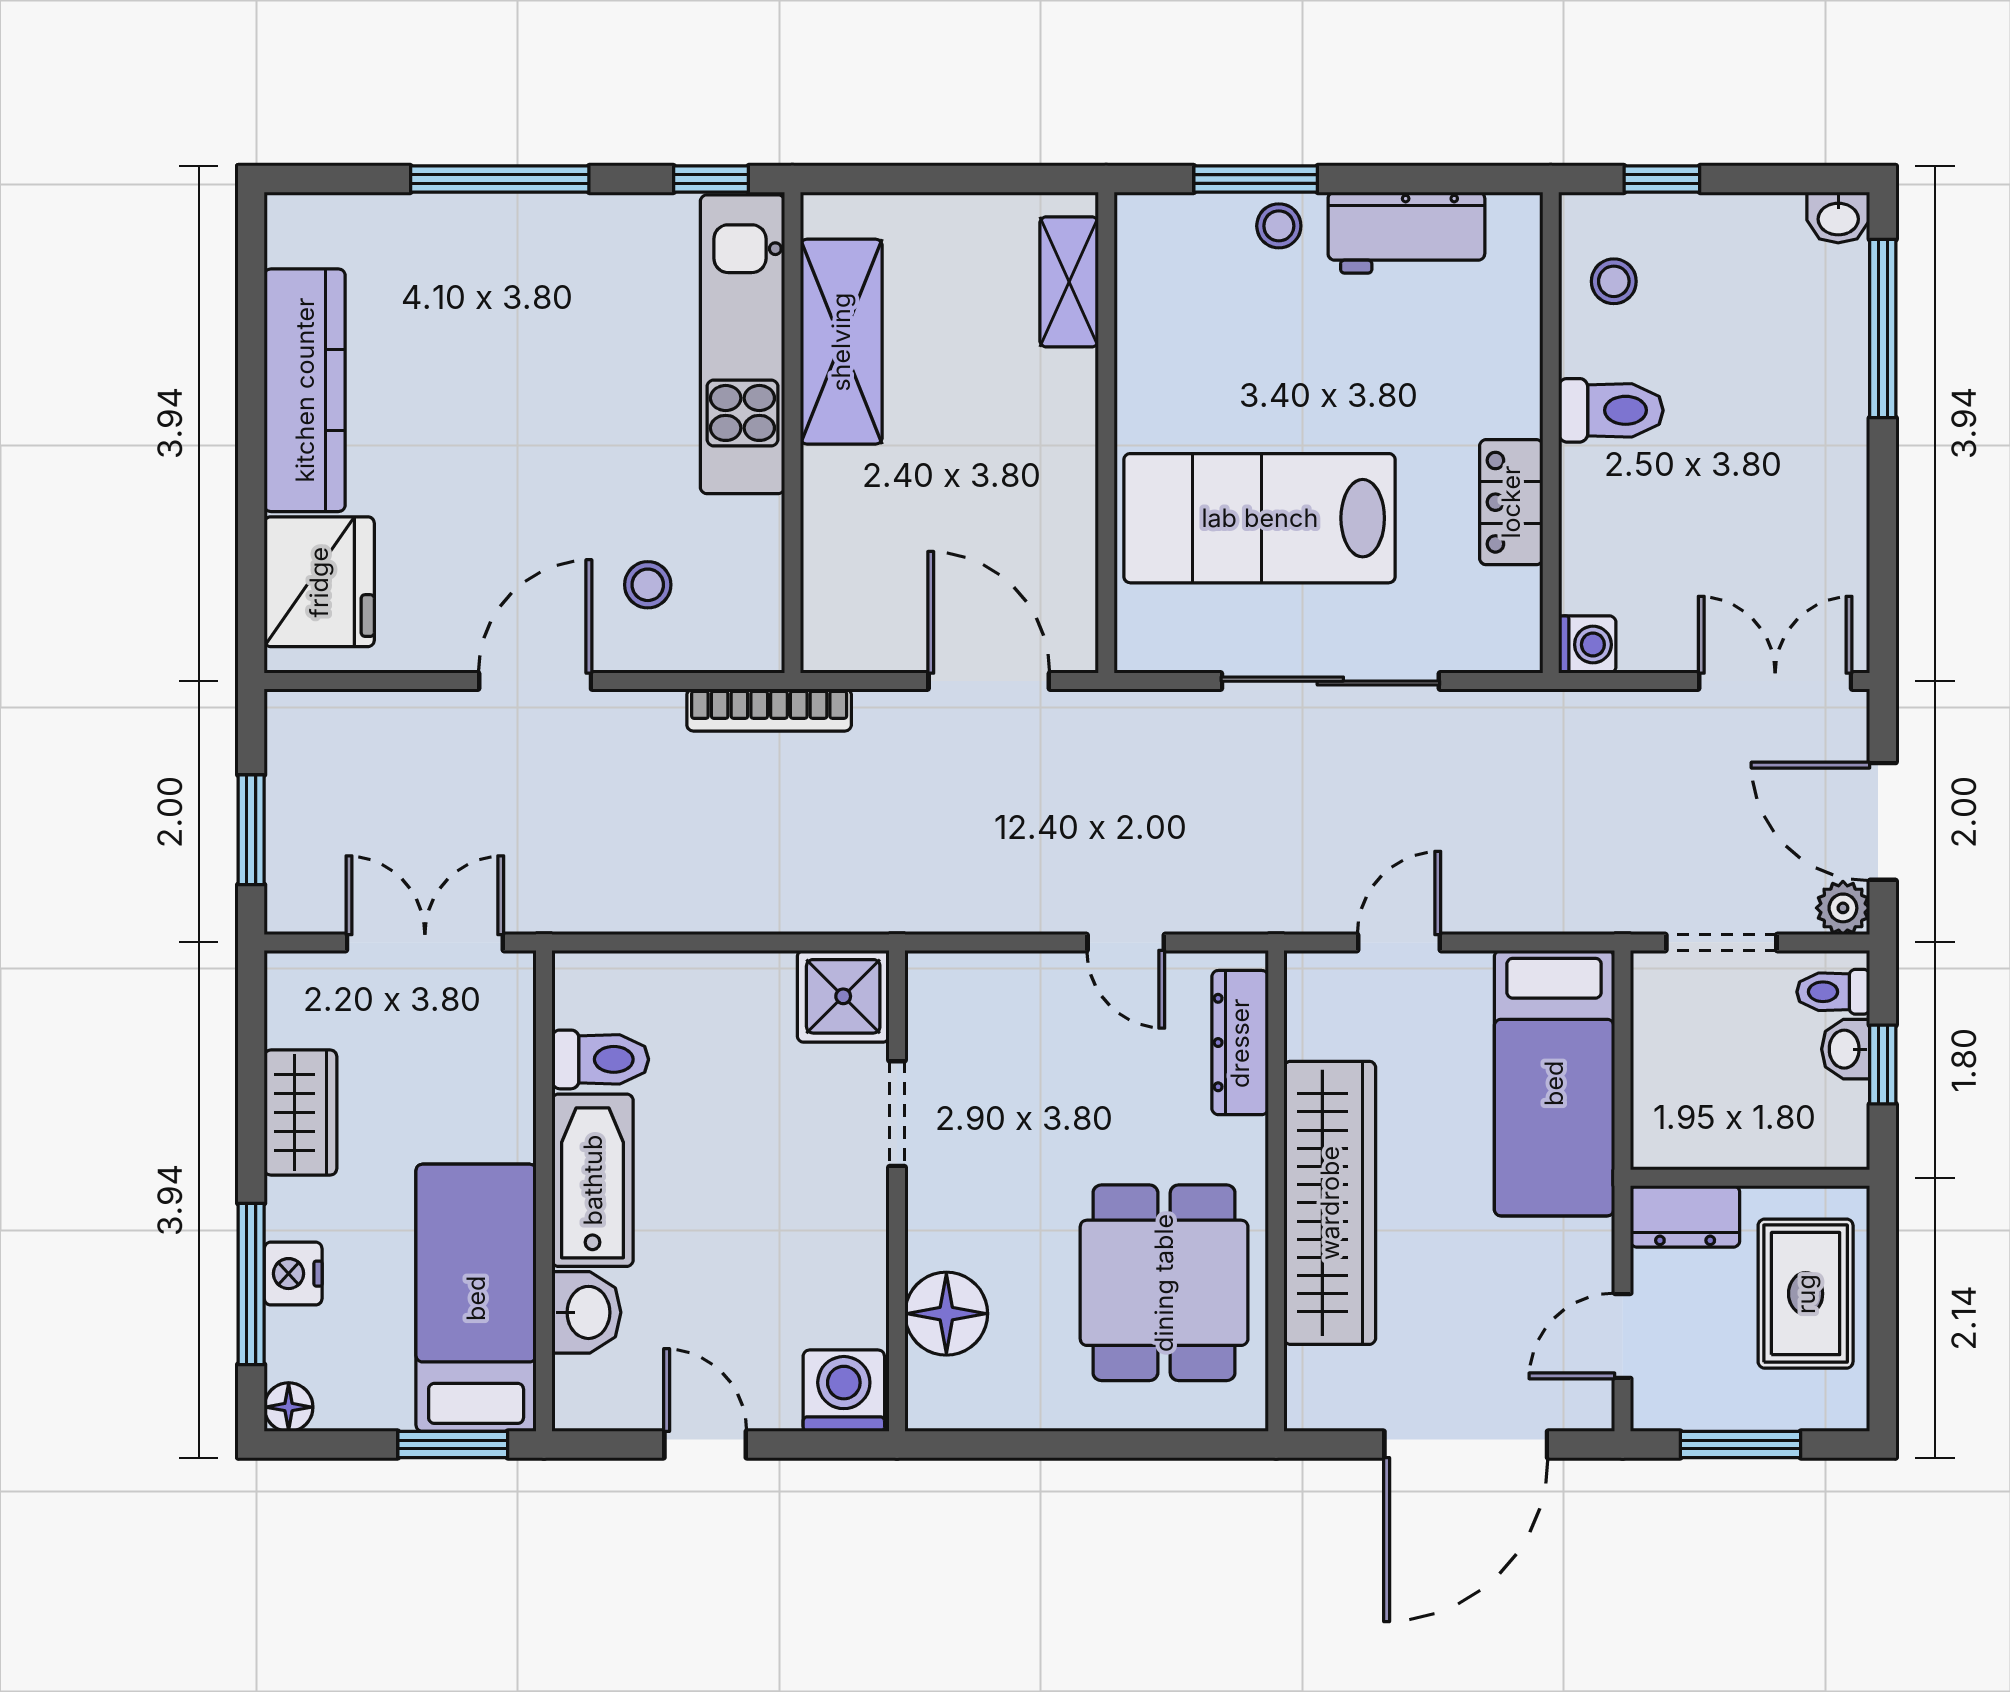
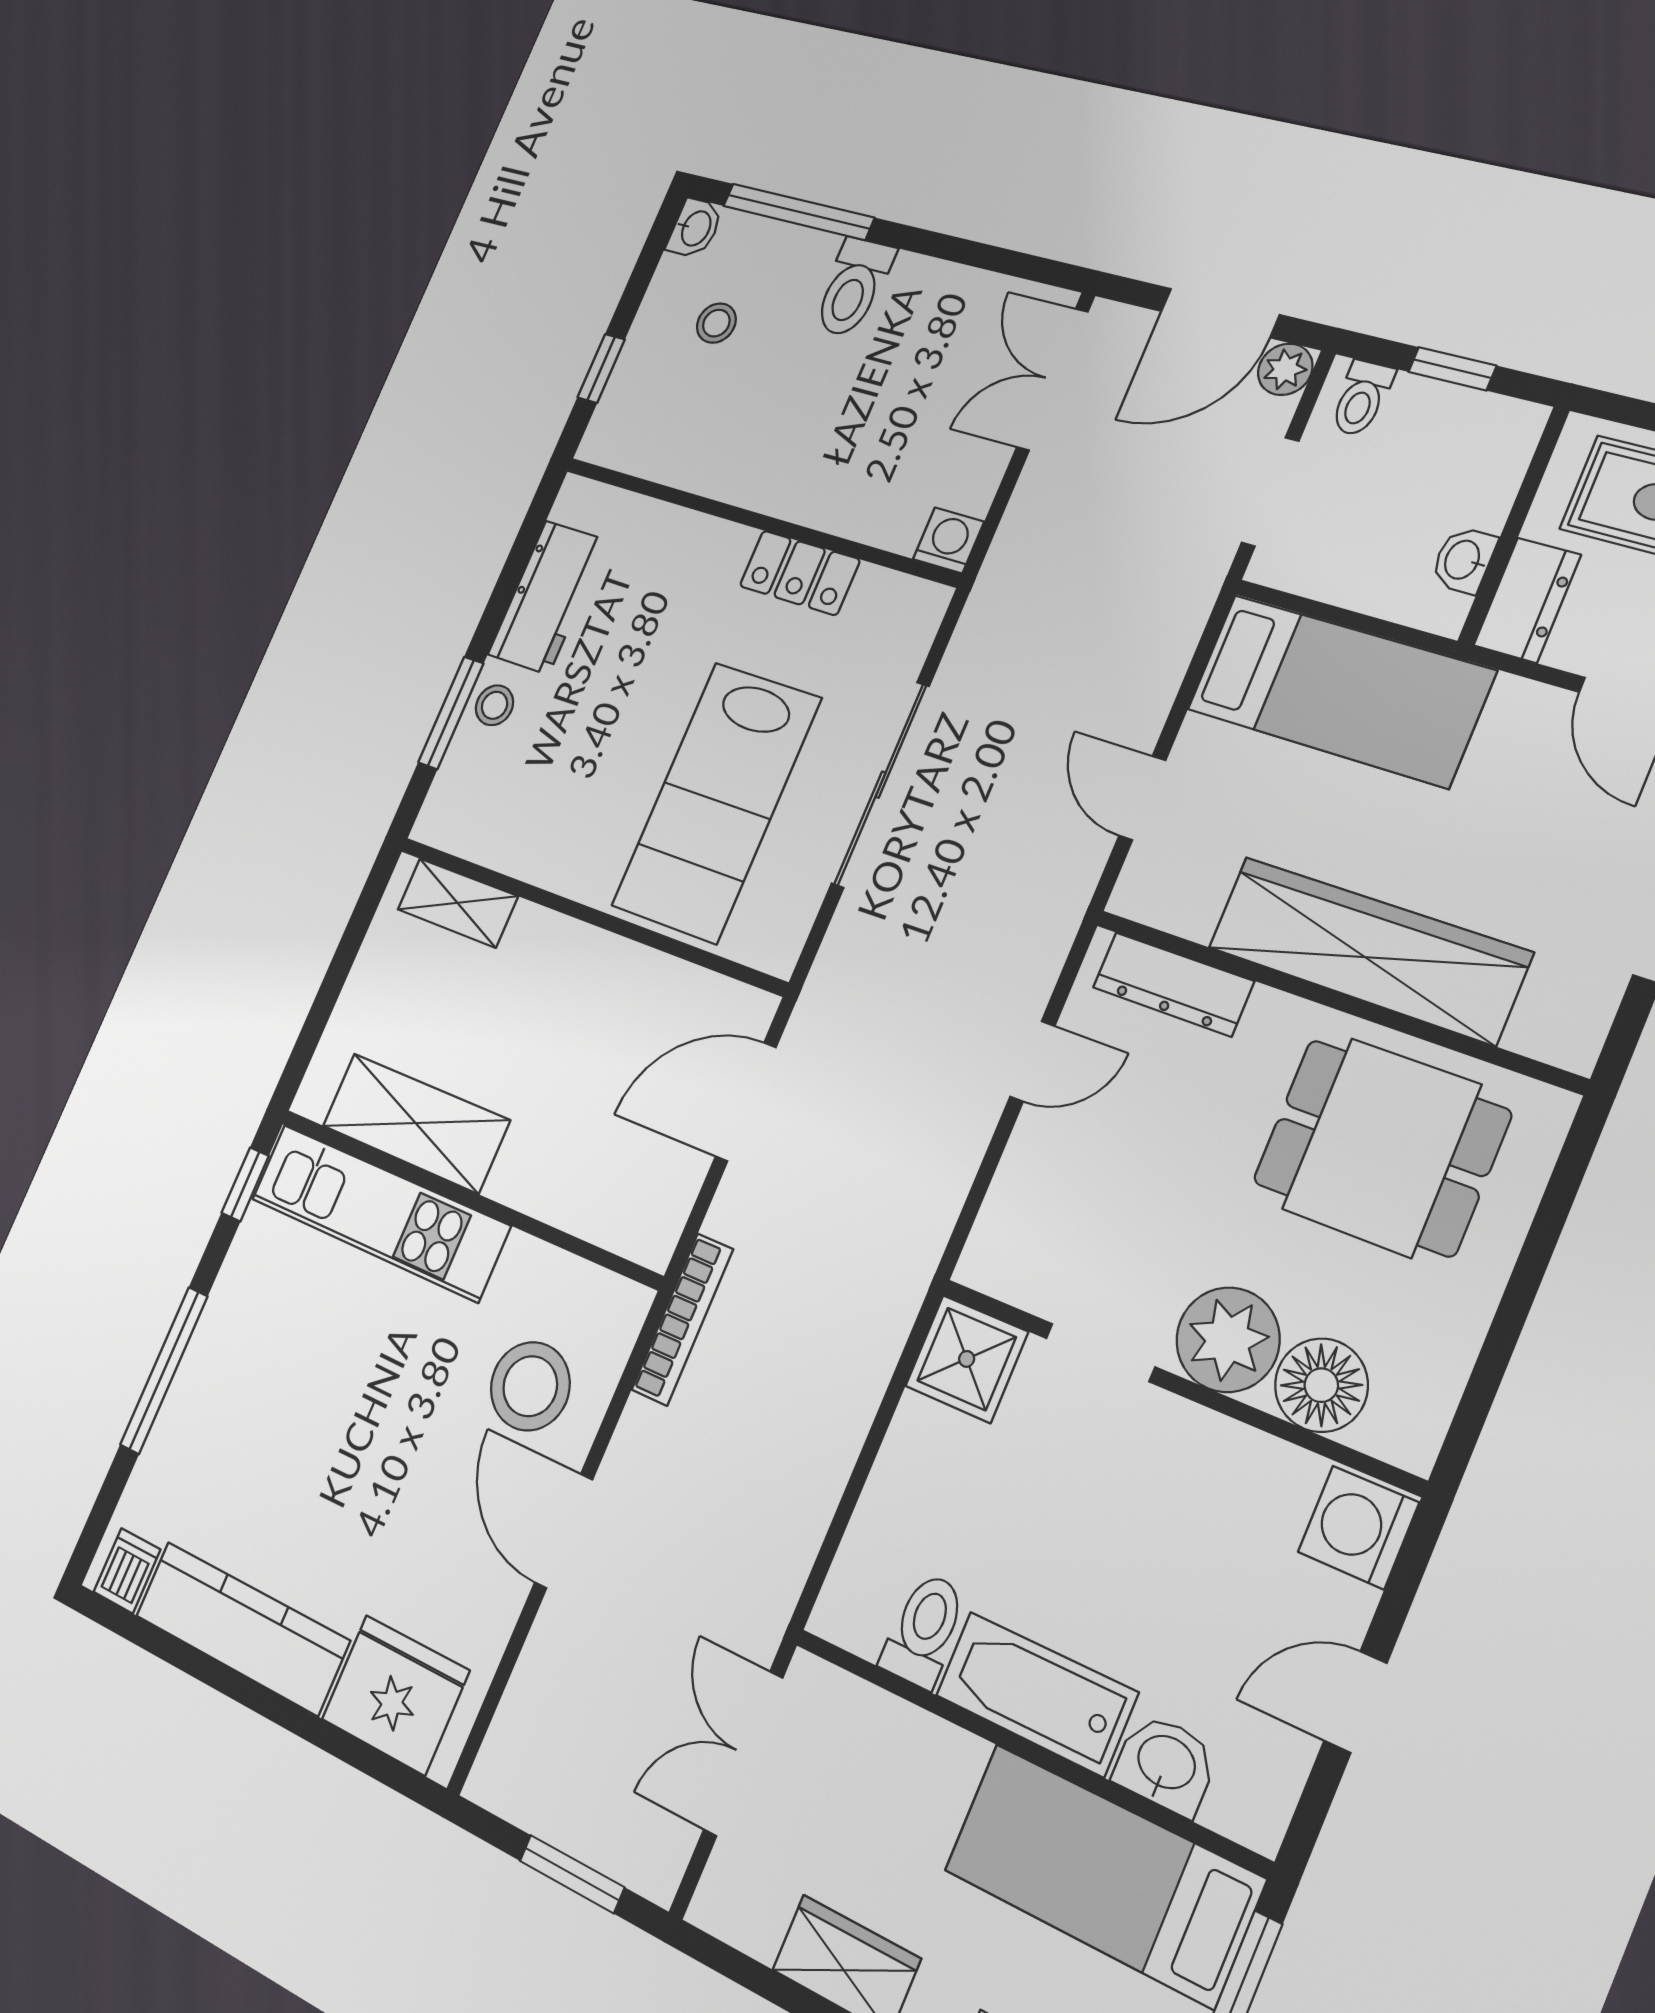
dishwasher: (300, 236) -> (127, 1571), added
stool: (1614, 281) -> (716, 323), moved
toilet: (1611, 410) -> (853, 287), moved, turned 180
stool: (648, 585) -> (530, 1386), width x1.89, depth x1.89
washbasin: (1846, 1049) -> (1463, 560), moved, turned 90
plant: (952, 1220) -> (1228, 1340), added

